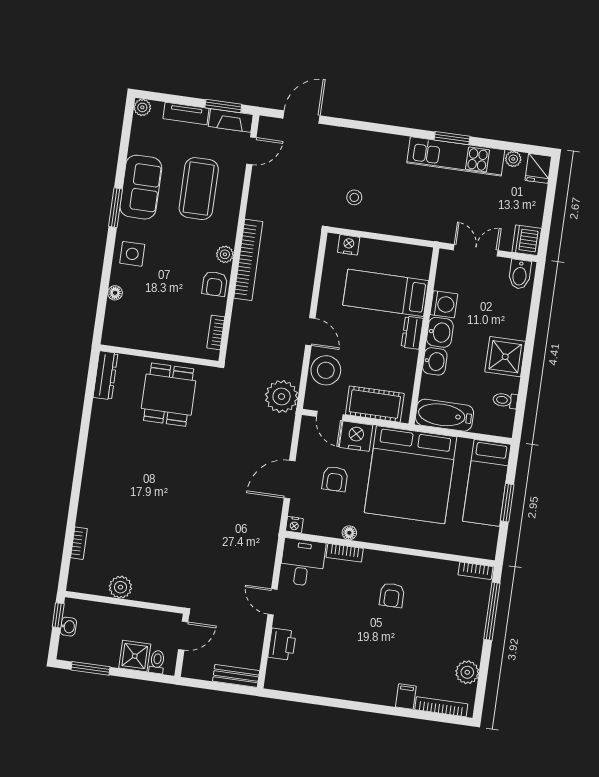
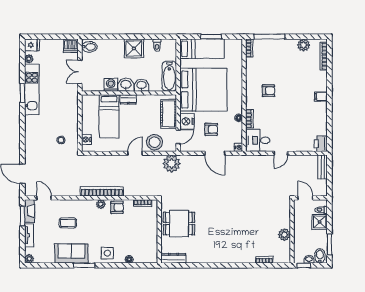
coffee table: (199, 189) -> (68, 223), width x0.54, depth x0.58
printer: (282, 644) -> (321, 144), moved, turned -90
bidet: (72, 648) -> (320, 256), added
filing cabinet: (406, 697) -> (321, 97), moved

